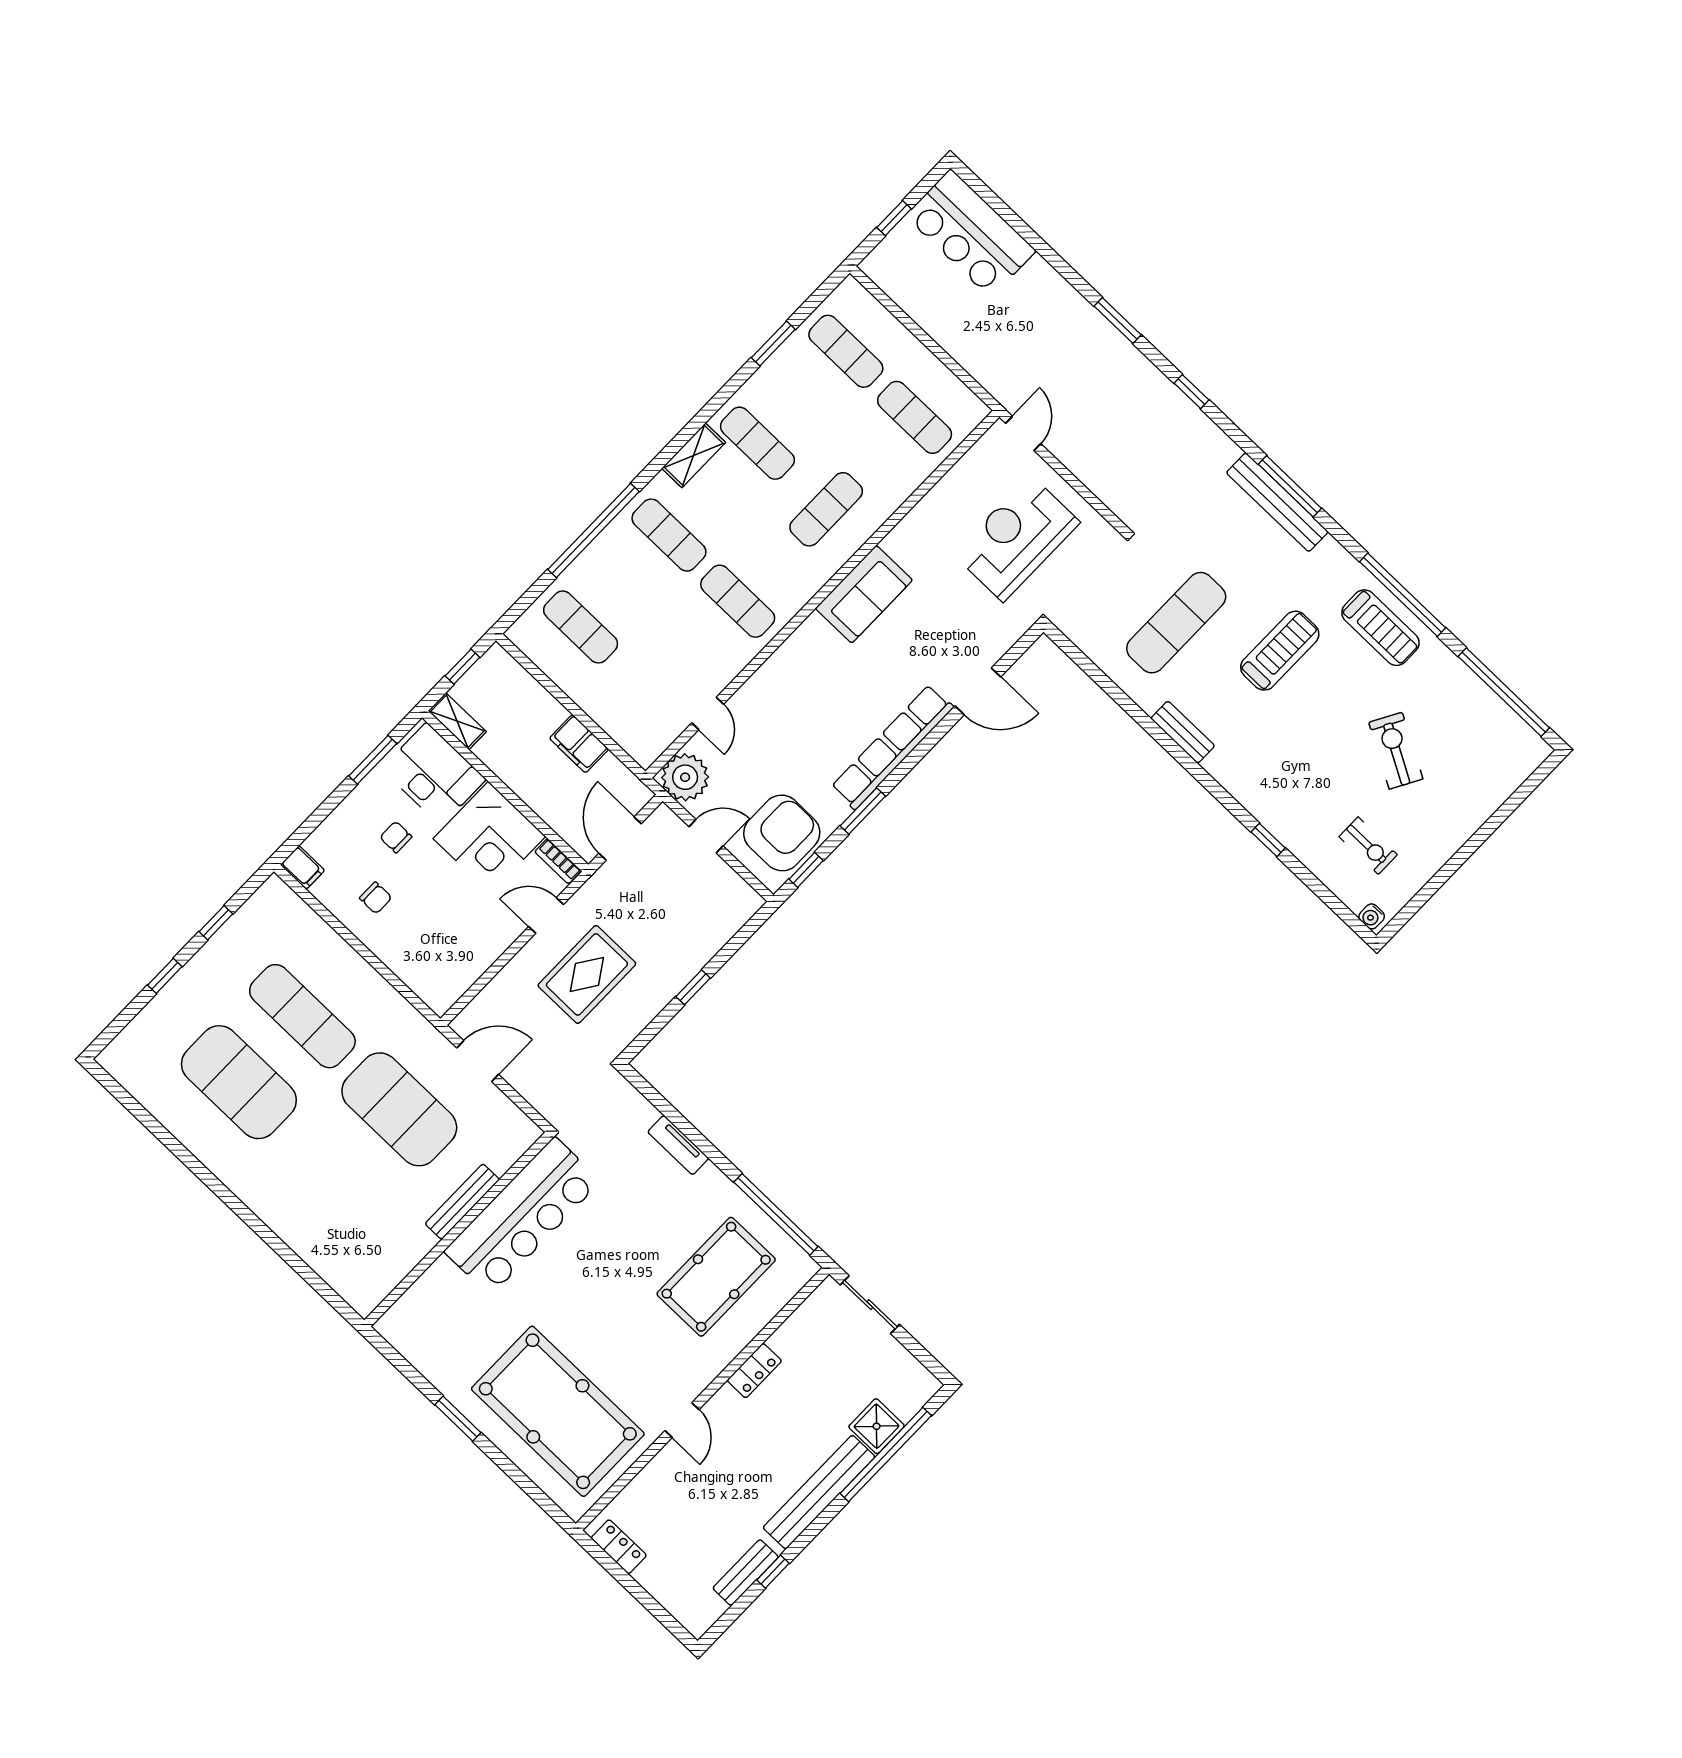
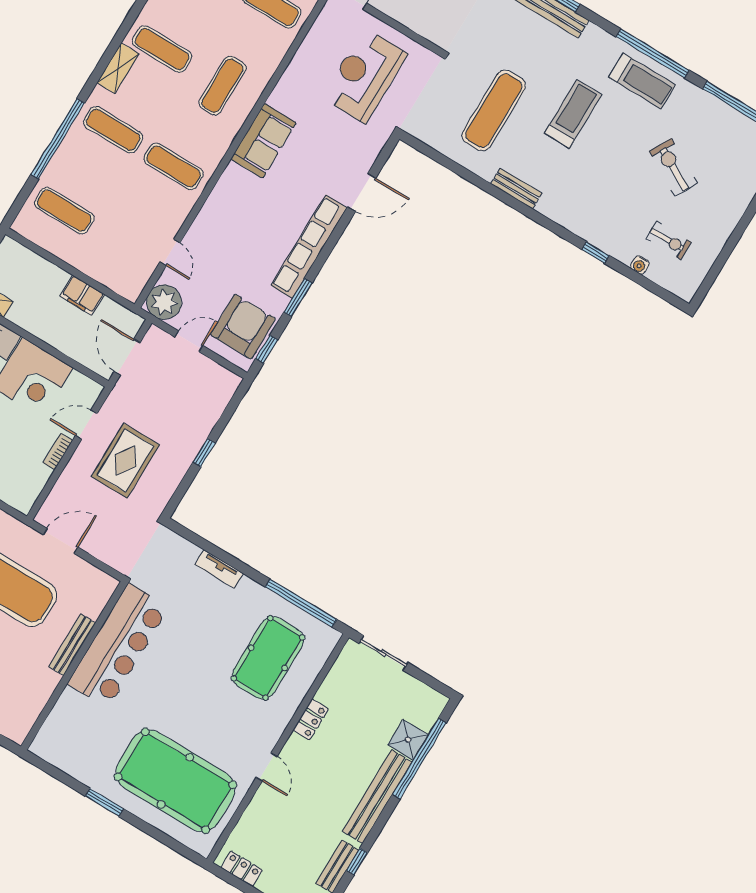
bookcase: (558, 861) -> (58, 451), moved, turned 90
water cooler: (1372, 916) -> (640, 265), moved

